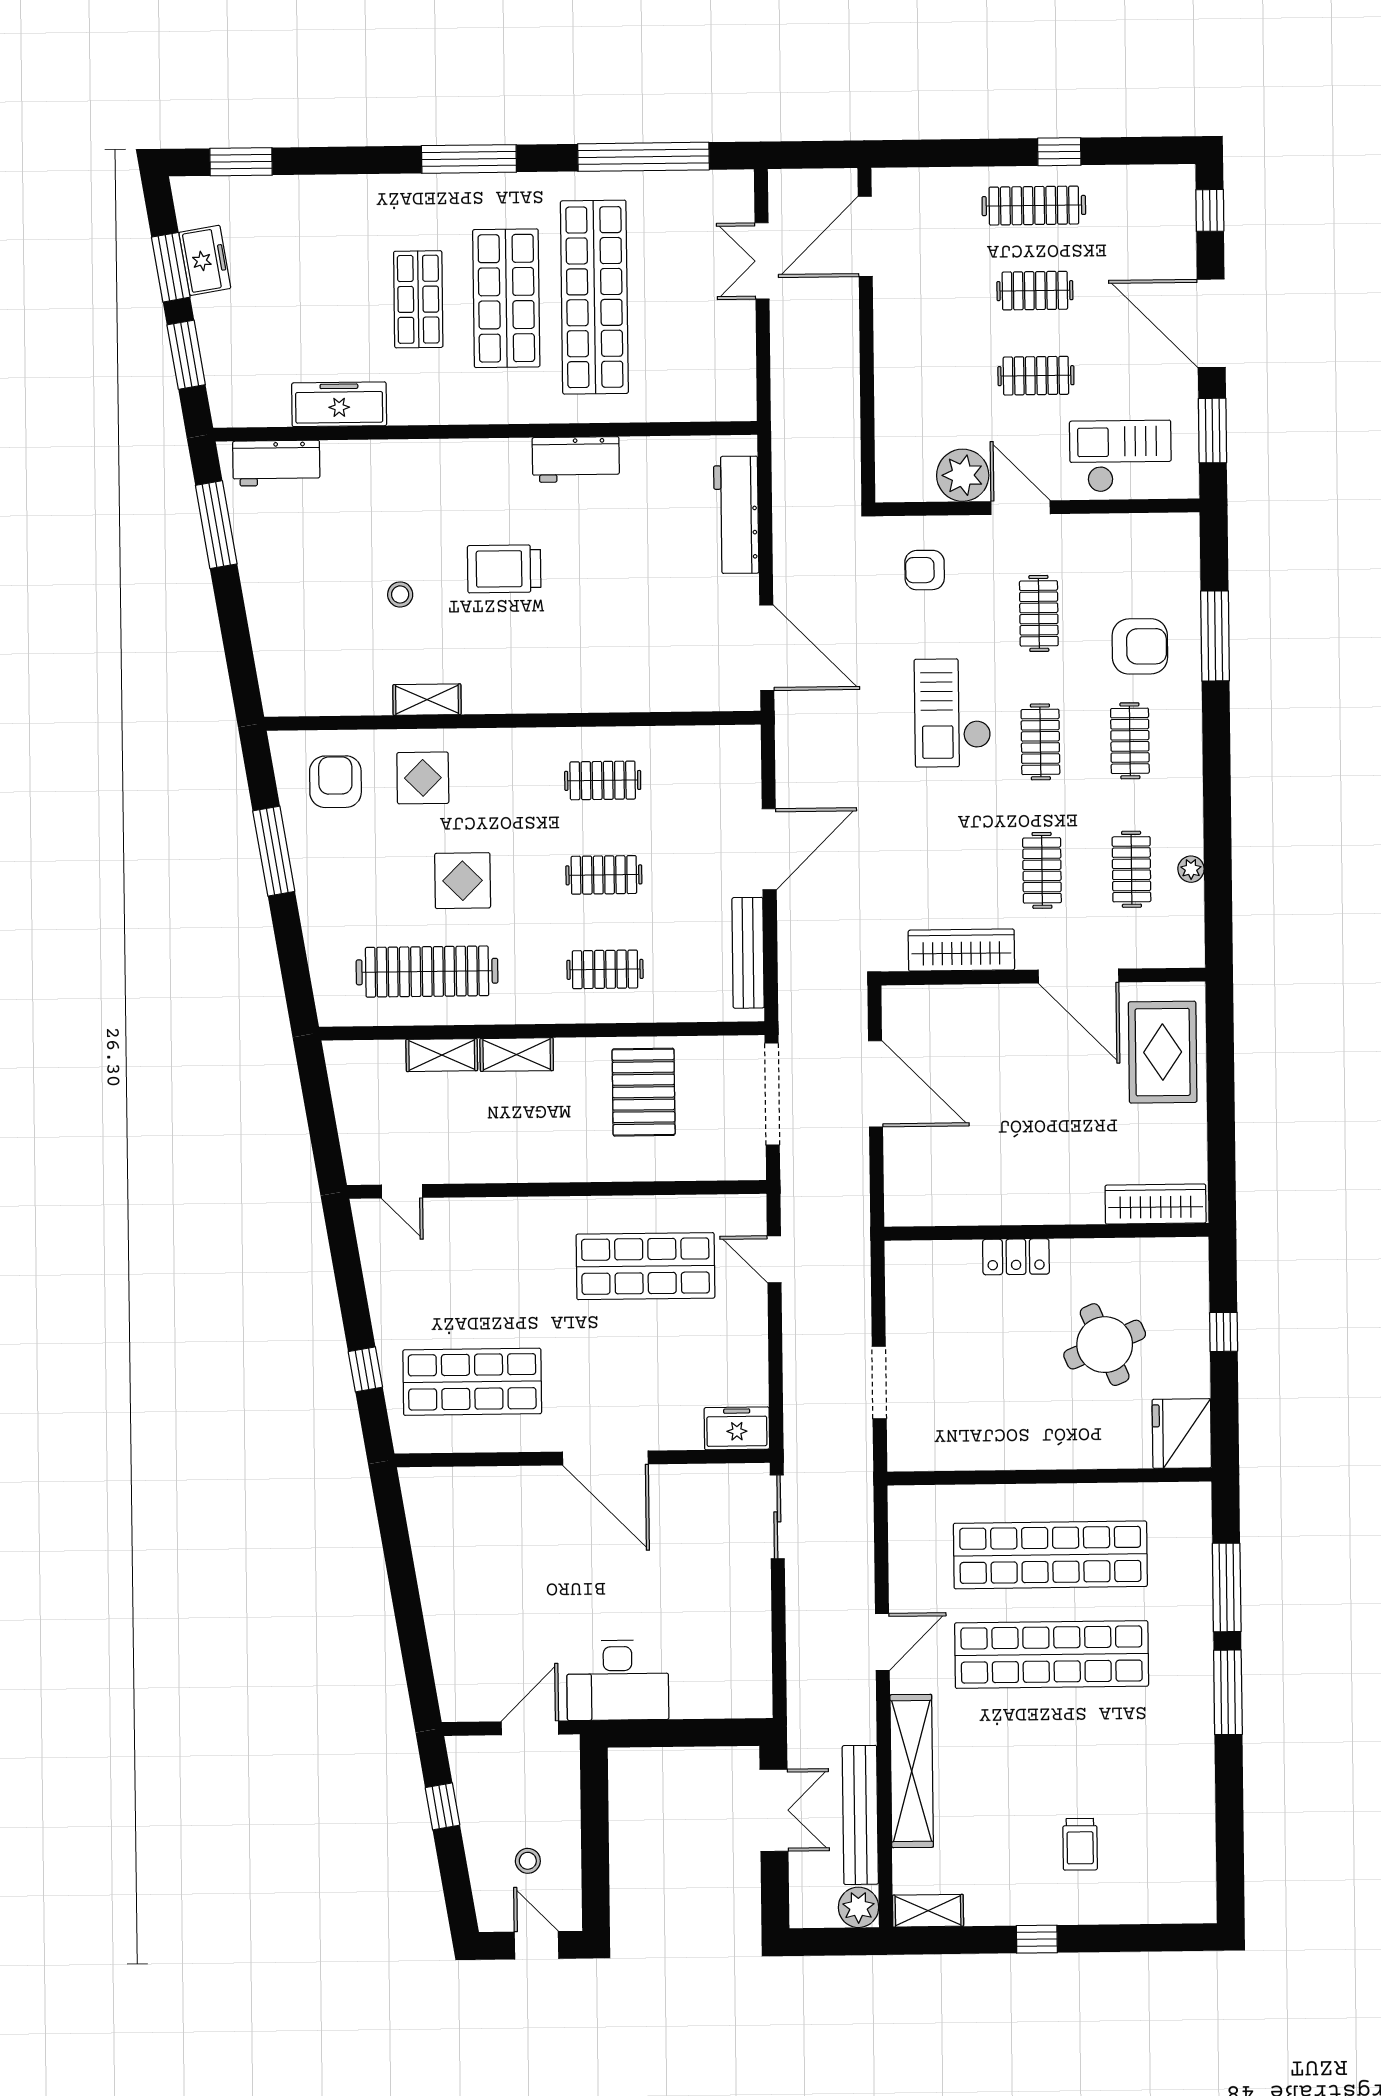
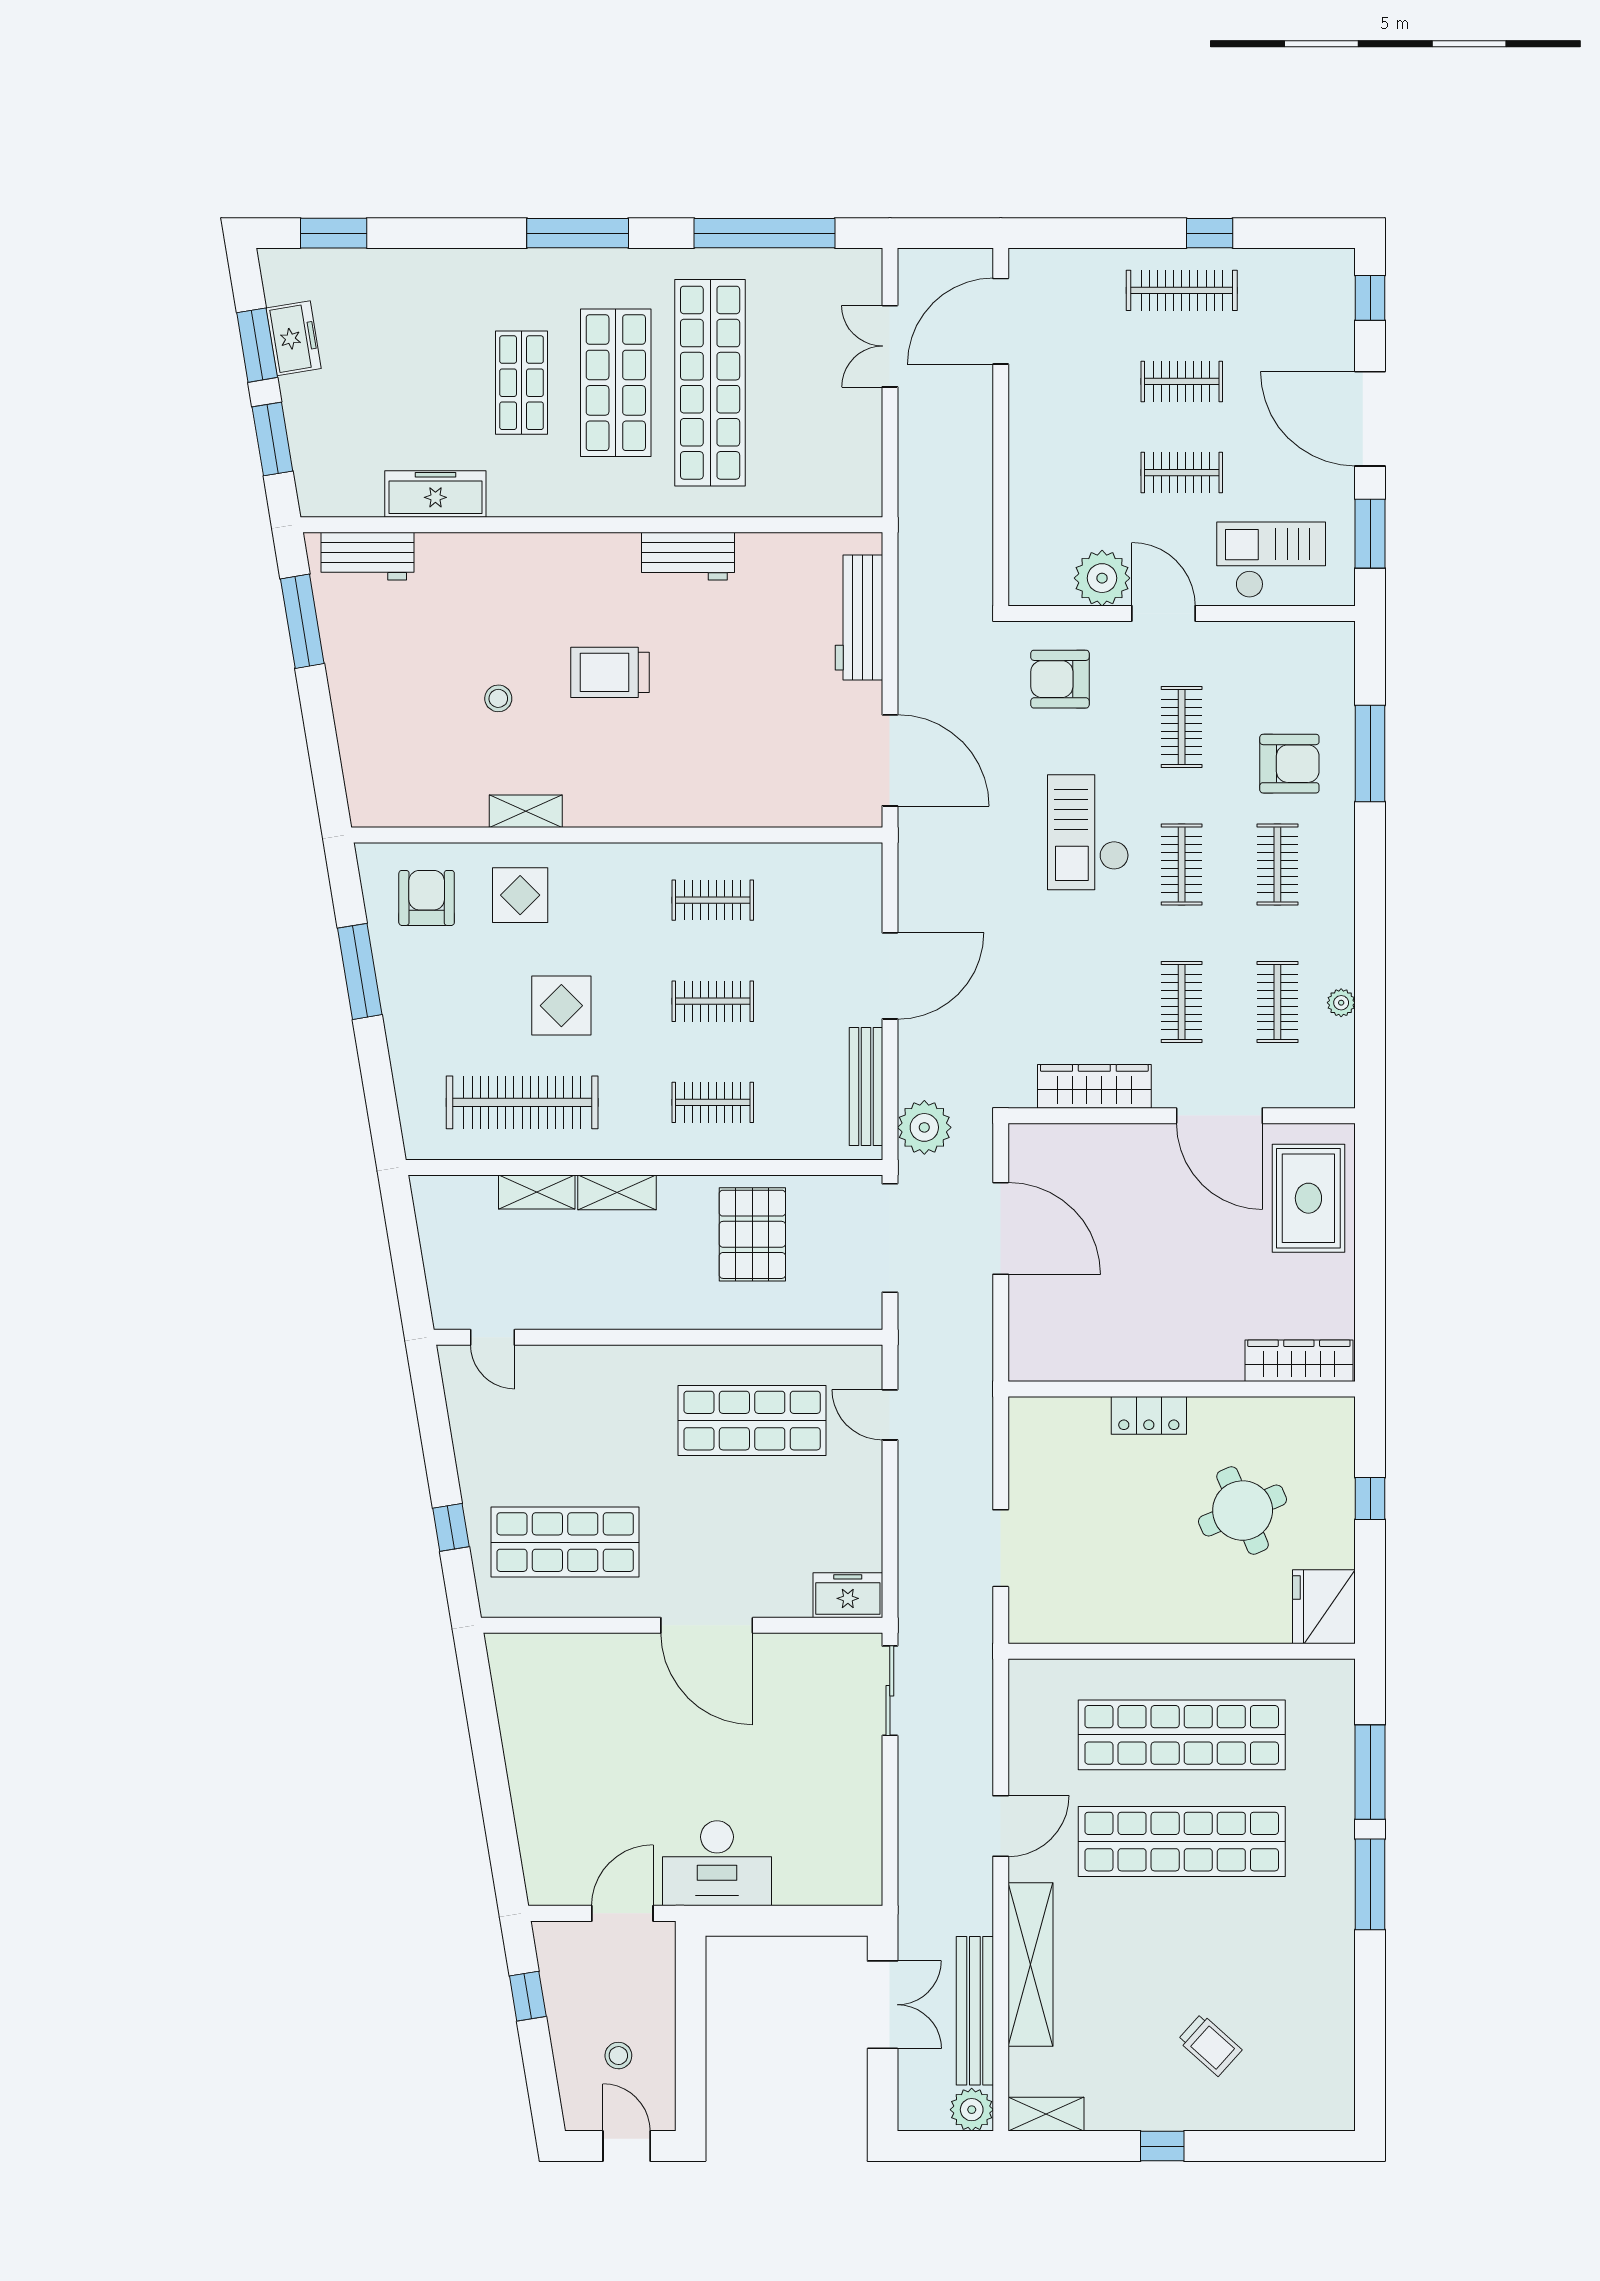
armchair: (925, 570) -> (1060, 679), width x1.38, depth x1.38
plant: (803, 990) -> (924, 1127), added
trolley: (1080, 1844) -> (1210, 2045), turned -48

